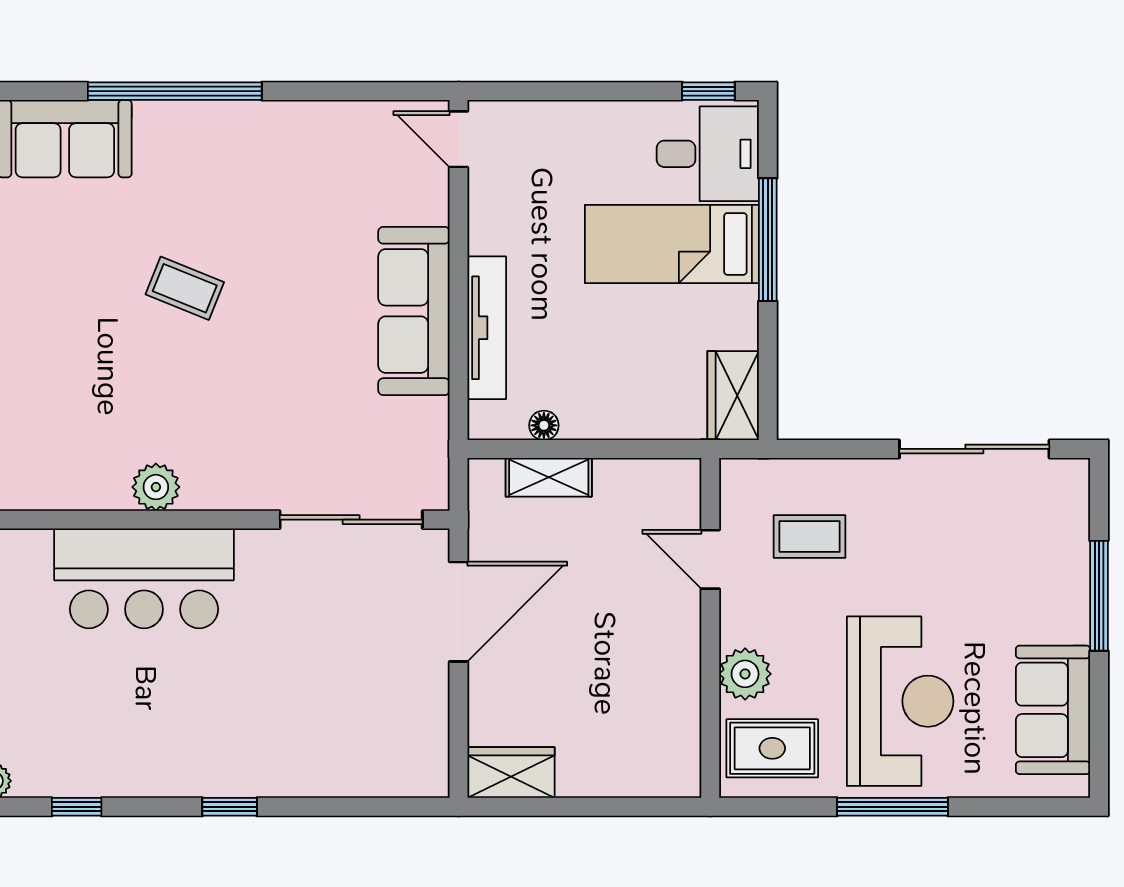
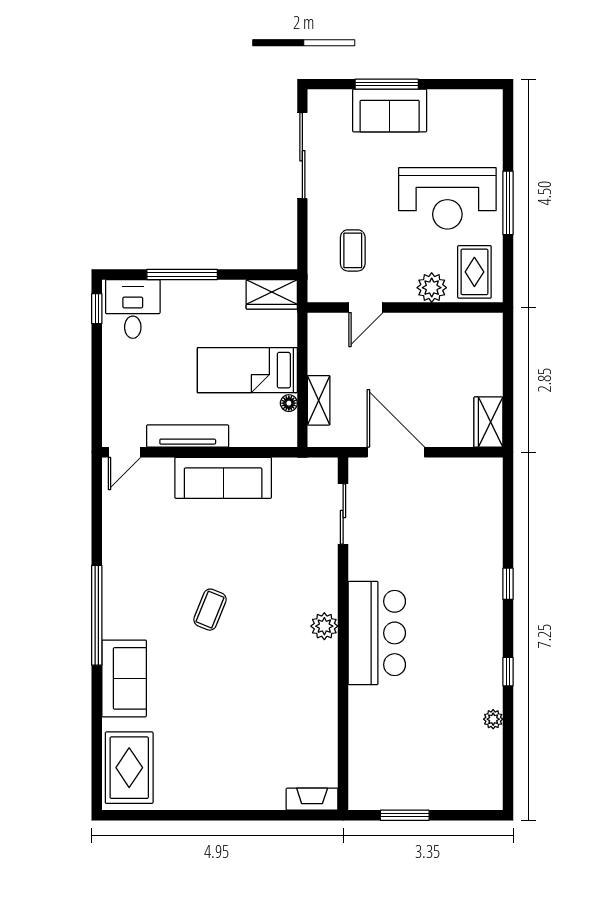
bed: (672, 244) -> (247, 370), moved, turned 90
tv unit: (487, 328) -> (188, 436), moved
sliding door: (351, 520) -> (343, 514), width x0.73
reception desk: (900, 701) -> (447, 198), turned 180
sofa: (1053, 710) -> (390, 111), moved

